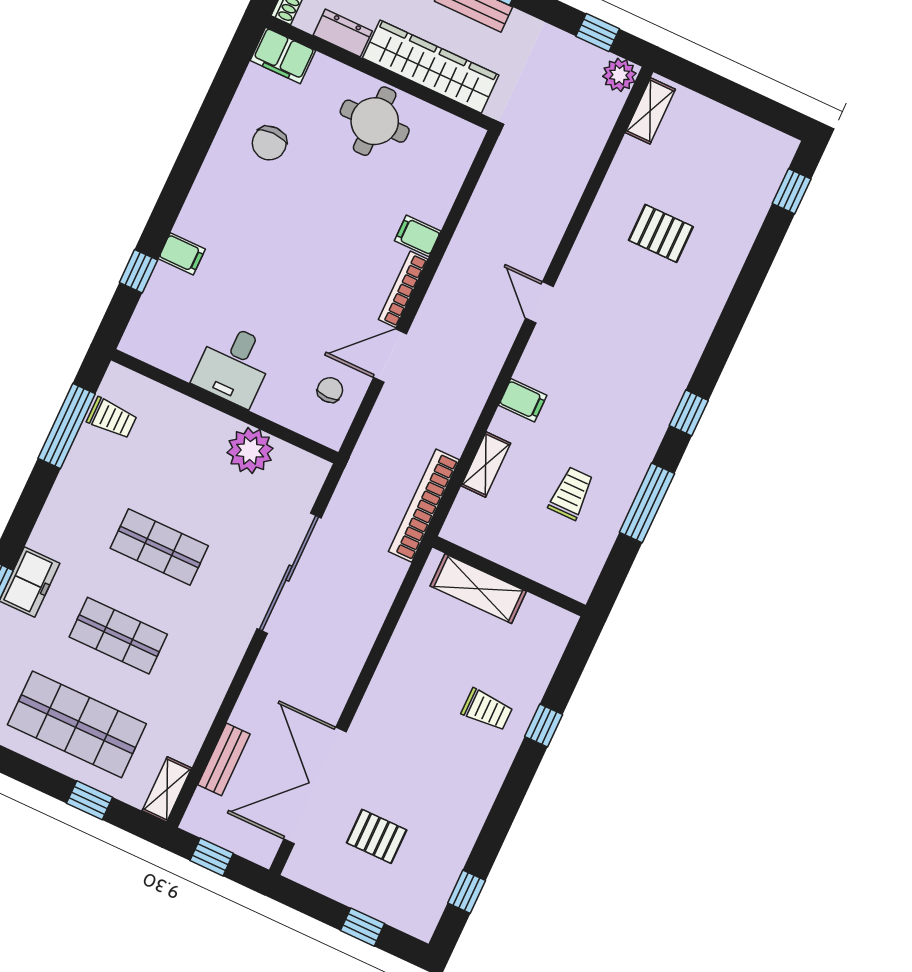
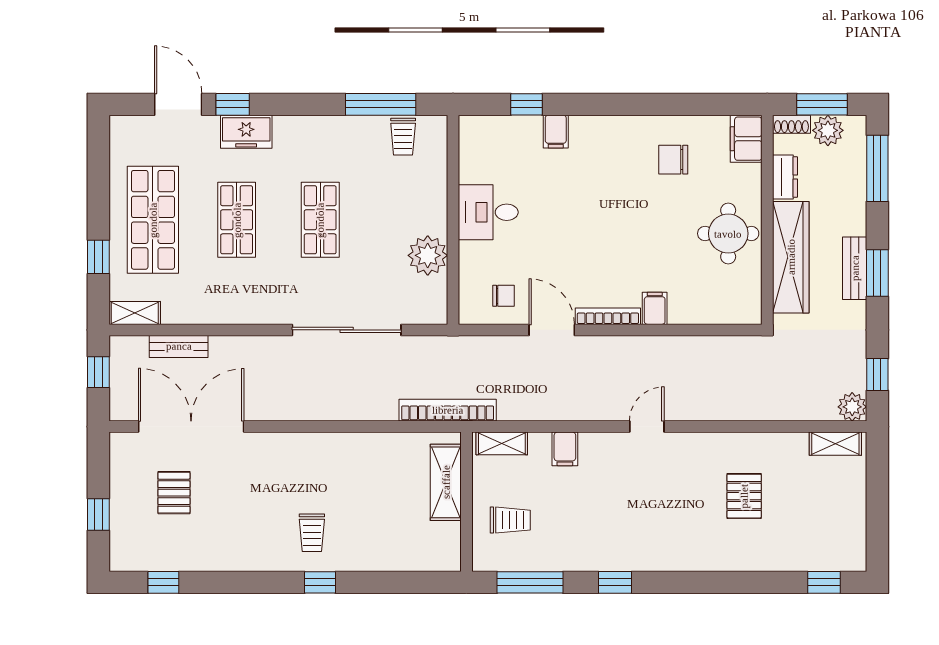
wall: (509, 576) -> (466, 502), moved
shelving: (478, 589) -> (446, 482), moved

